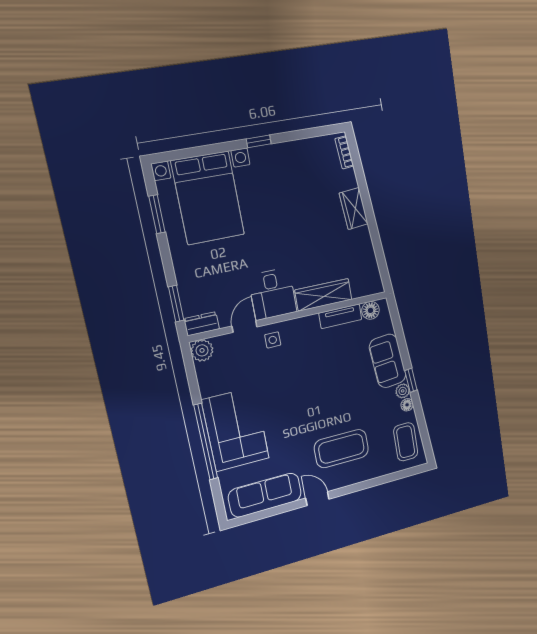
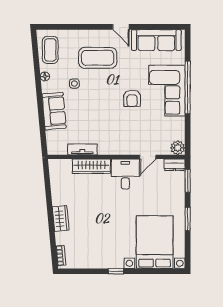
window: (157, 214) -> (188, 219), moved
floor lamp: (370, 310) -> (60, 149), removed
side table: (273, 340) -> (74, 84), moved
window: (411, 380) -> (39, 93), removed
plant: (403, 391) -> (47, 87), removed
armchair: (284, 405) -> (132, 98), added

